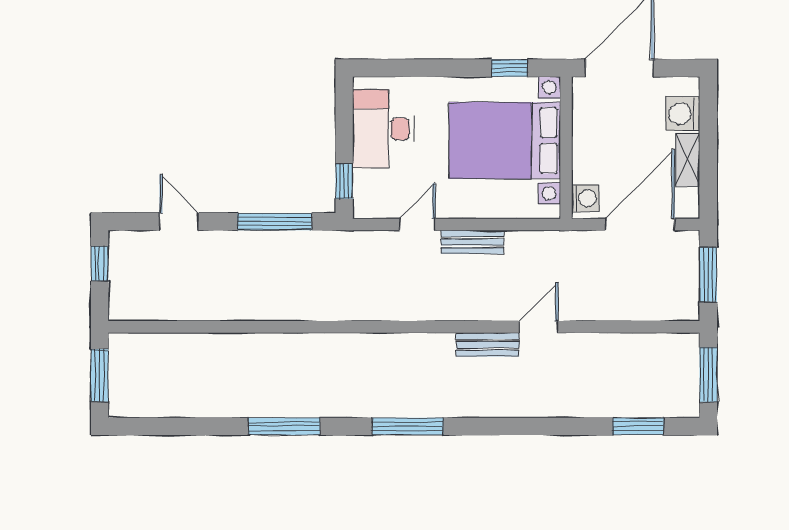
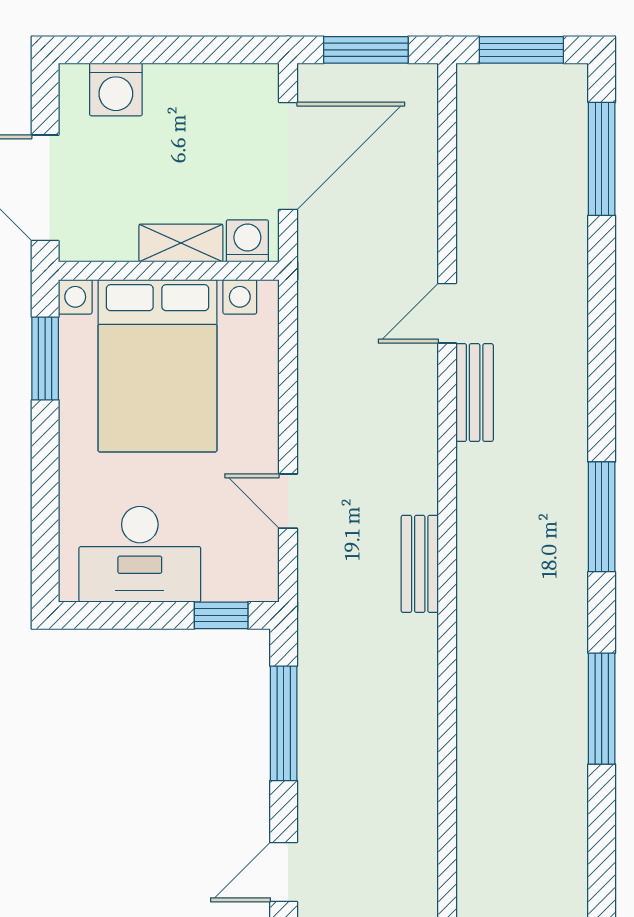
window: (509, 68) -> (45, 359), width x1.50
shelving: (688, 160) -> (181, 243), moved
door: (640, 224) -> (288, 156), swing flipped
bench: (472, 242) -> (420, 564), moved
door: (539, 327) -> (447, 313), hinge flipped
window: (638, 426) -> (602, 159), width x1.44

